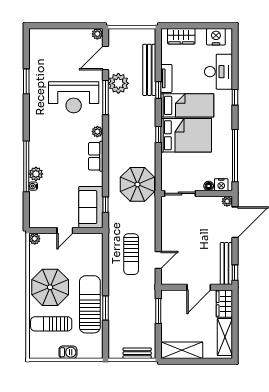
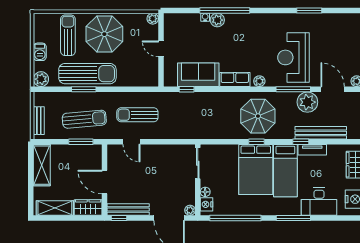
window: (235, 97) -> (293, 218), width x2.17
parasol: (137, 184) -> (258, 116), moved
sofa: (91, 207) -> (198, 75), moved
sun lounger: (136, 307) -> (84, 119), added
plant: (95, 351) -> (41, 79), added

